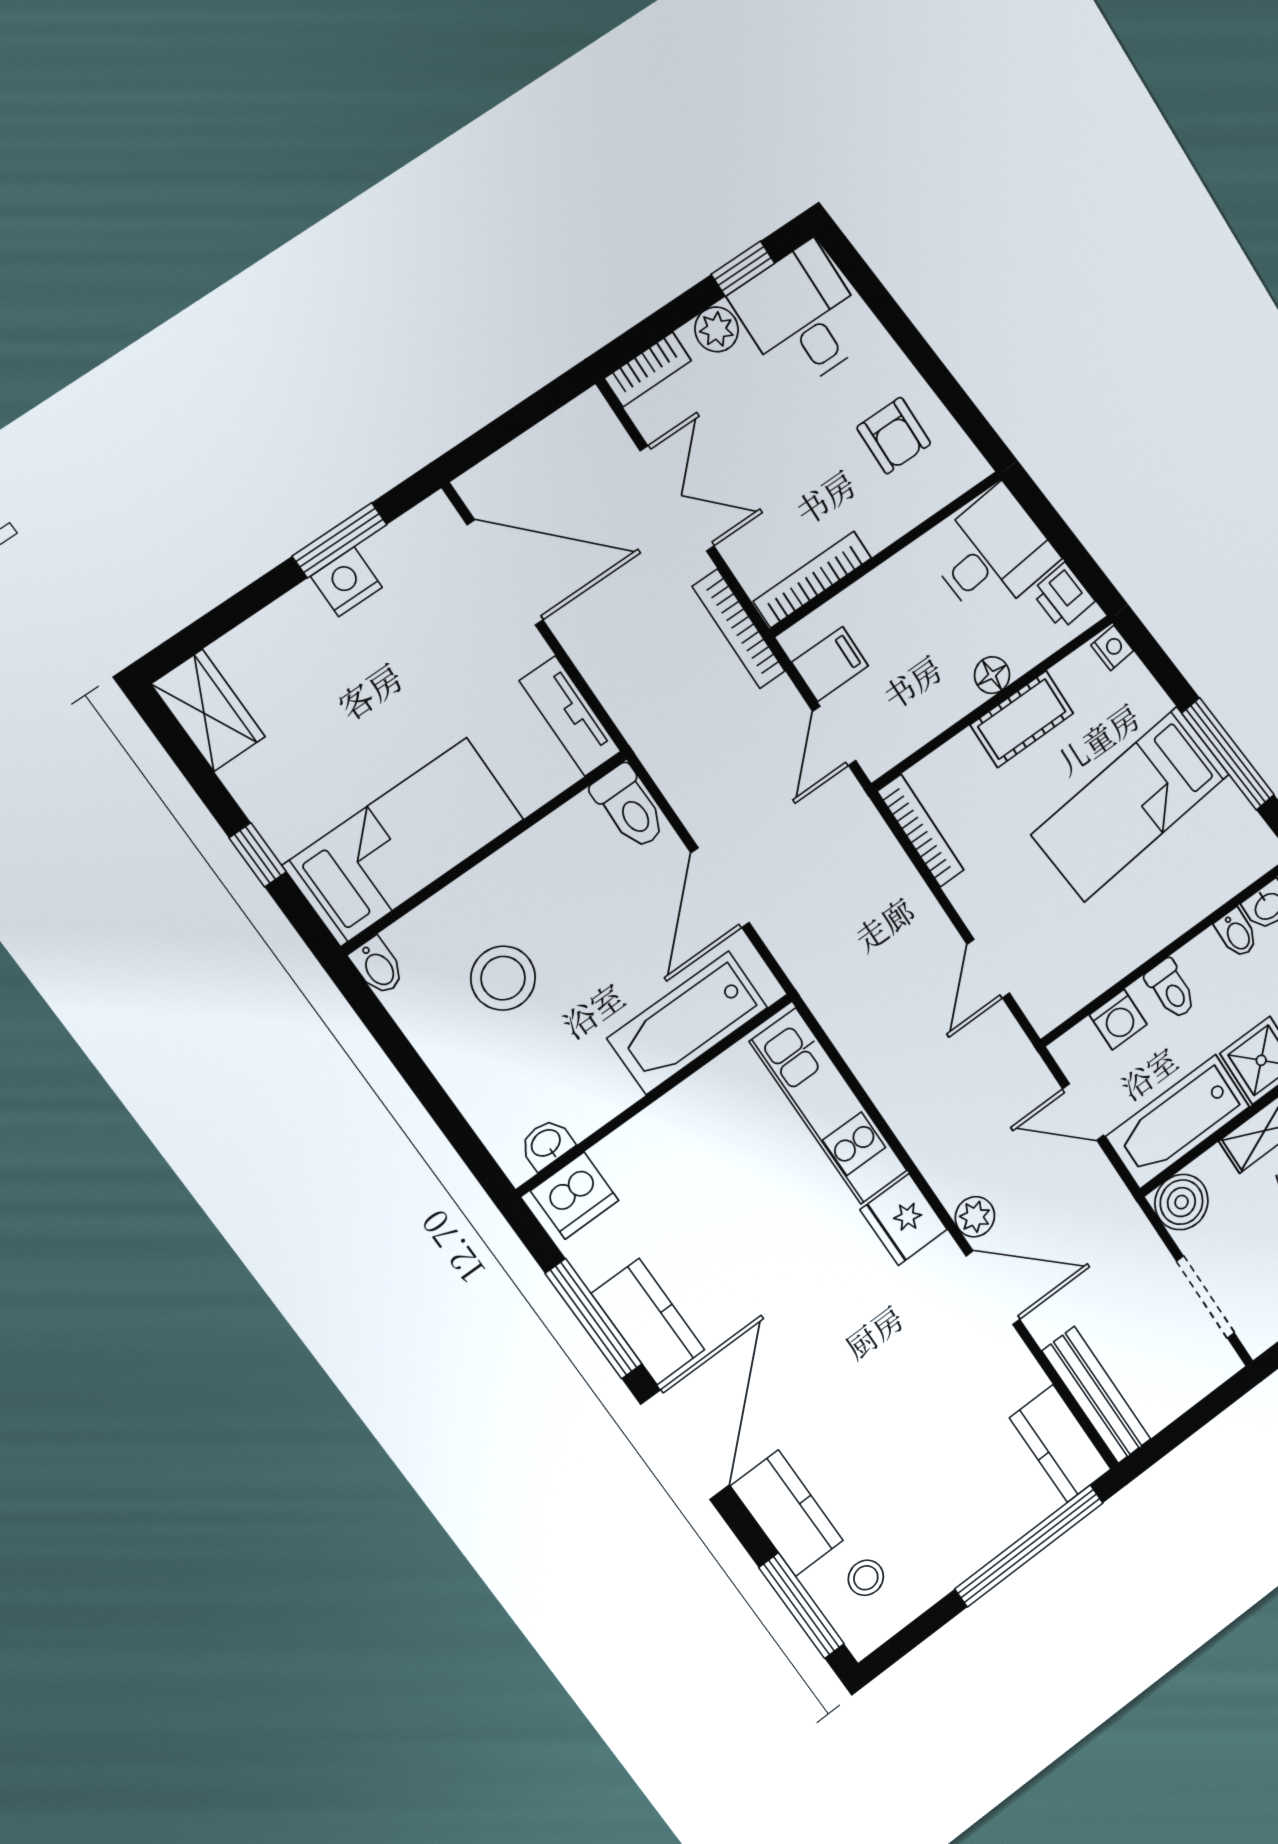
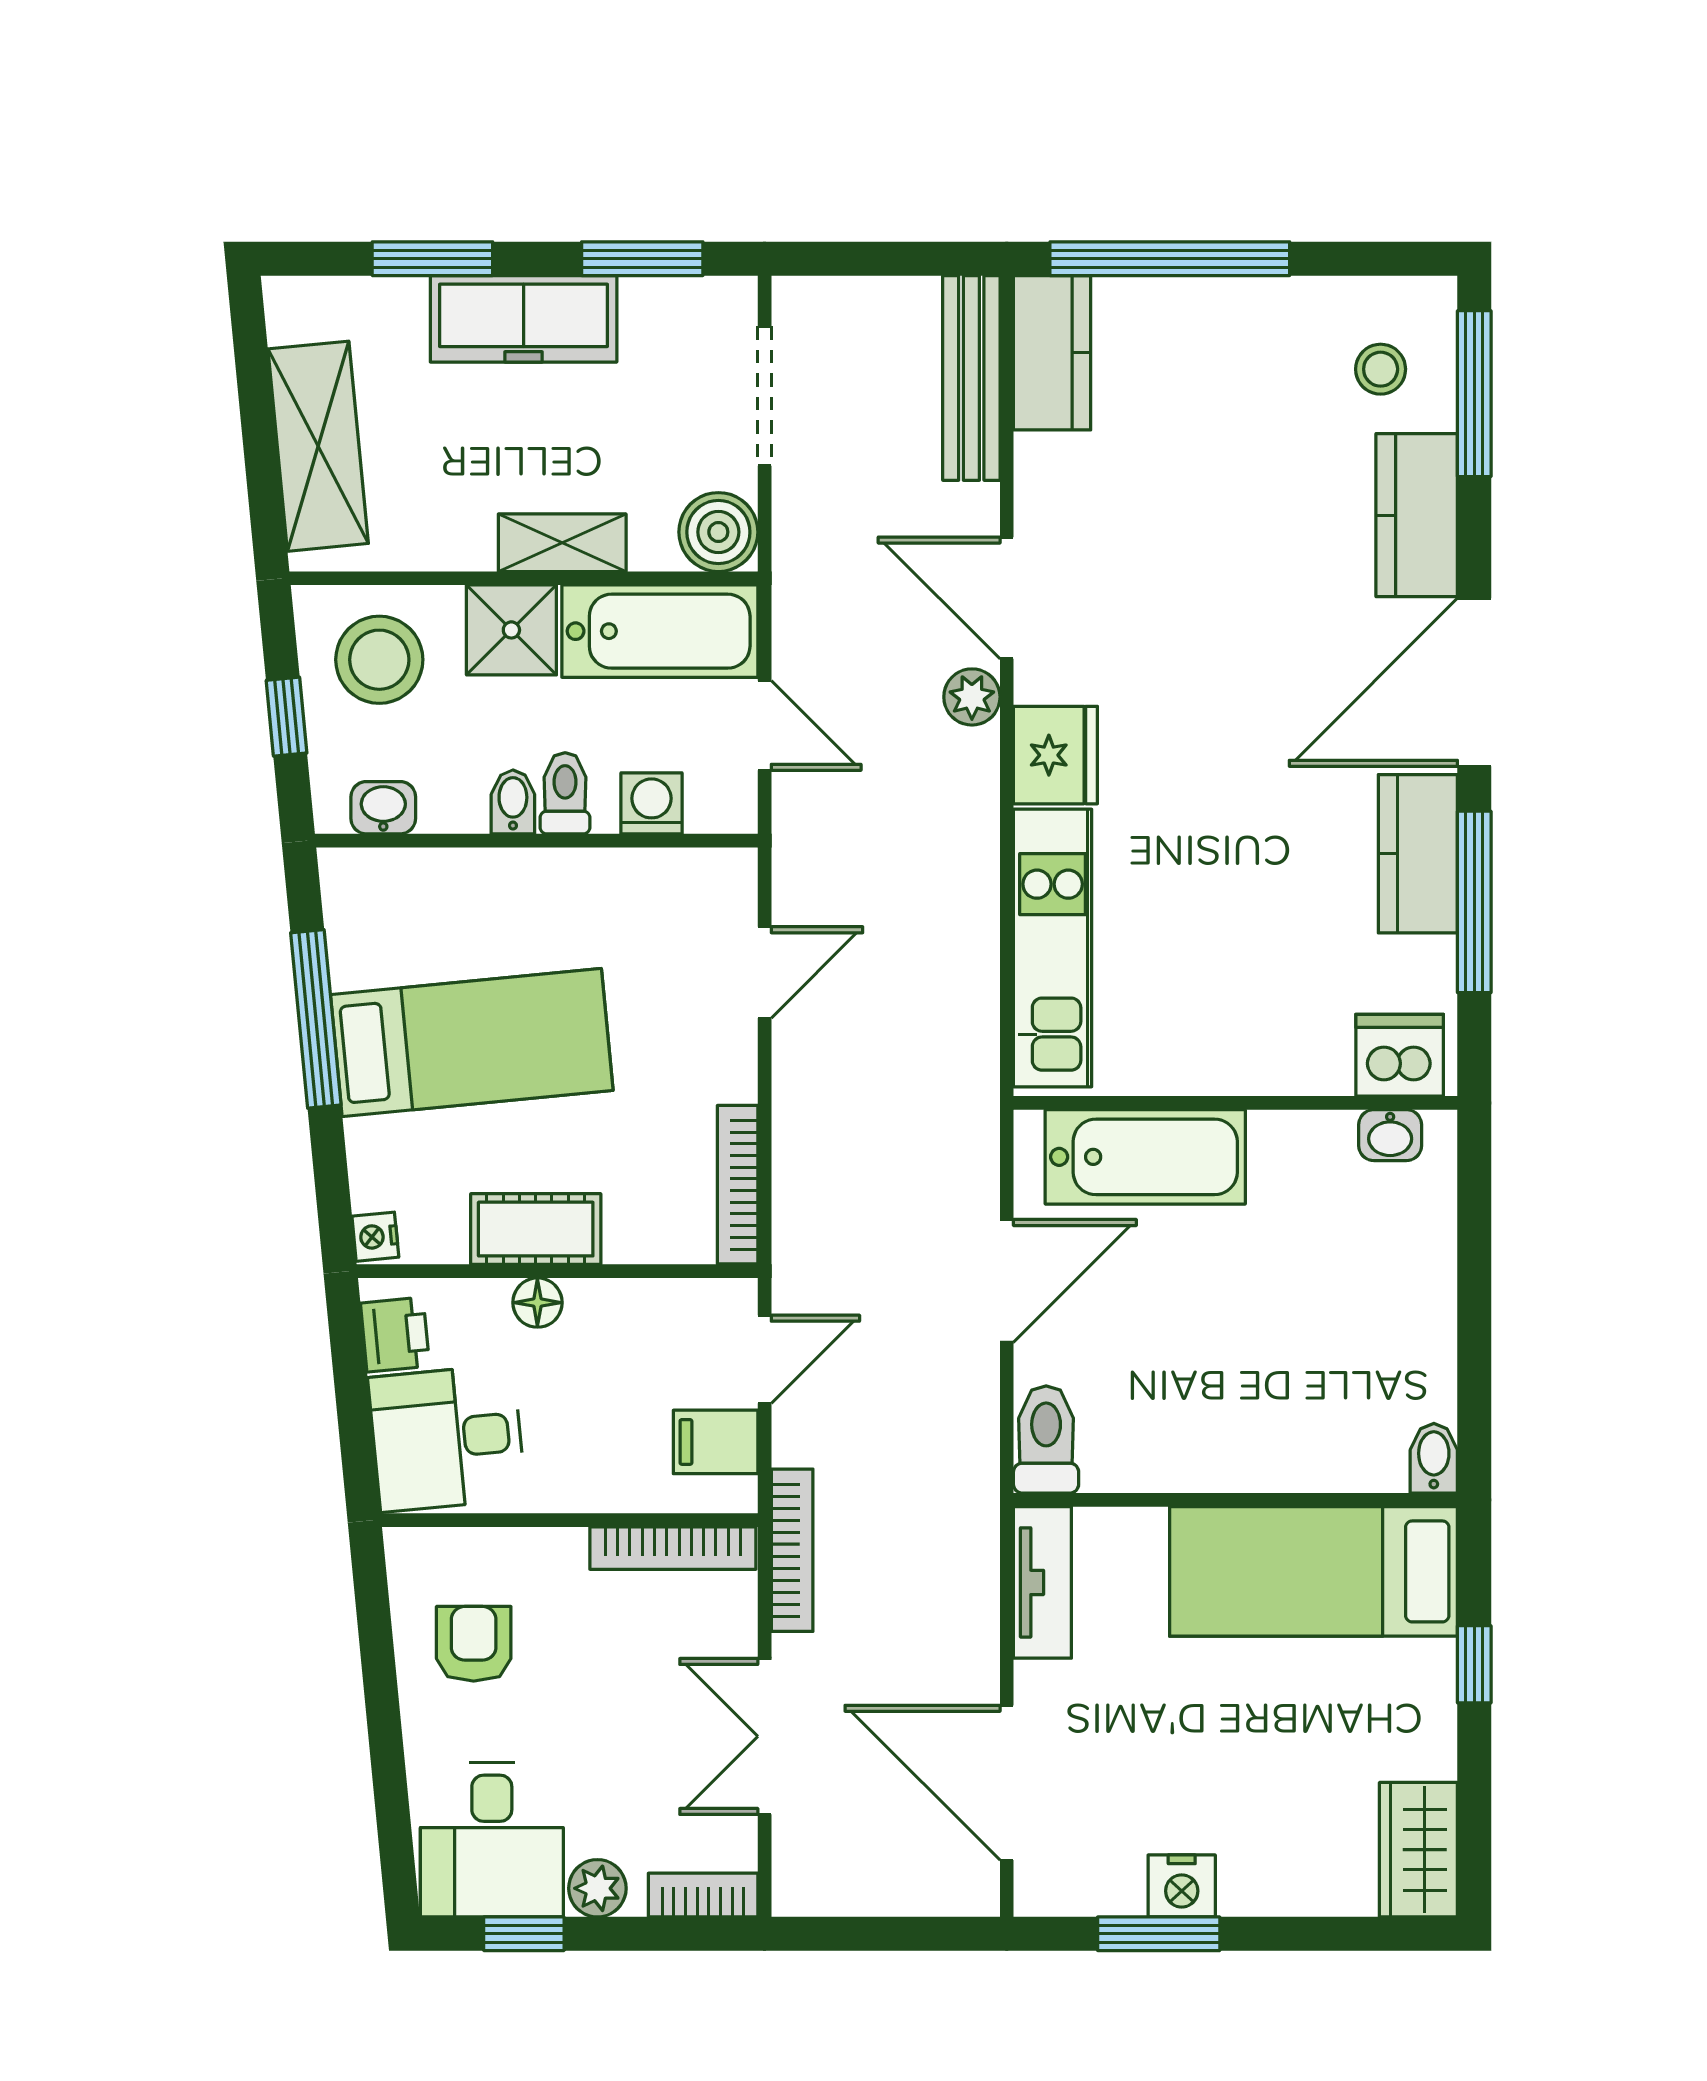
bidet: (1237, 933) -> (513, 802), moved
stool: (503, 978) -> (1310, 1350), removed

